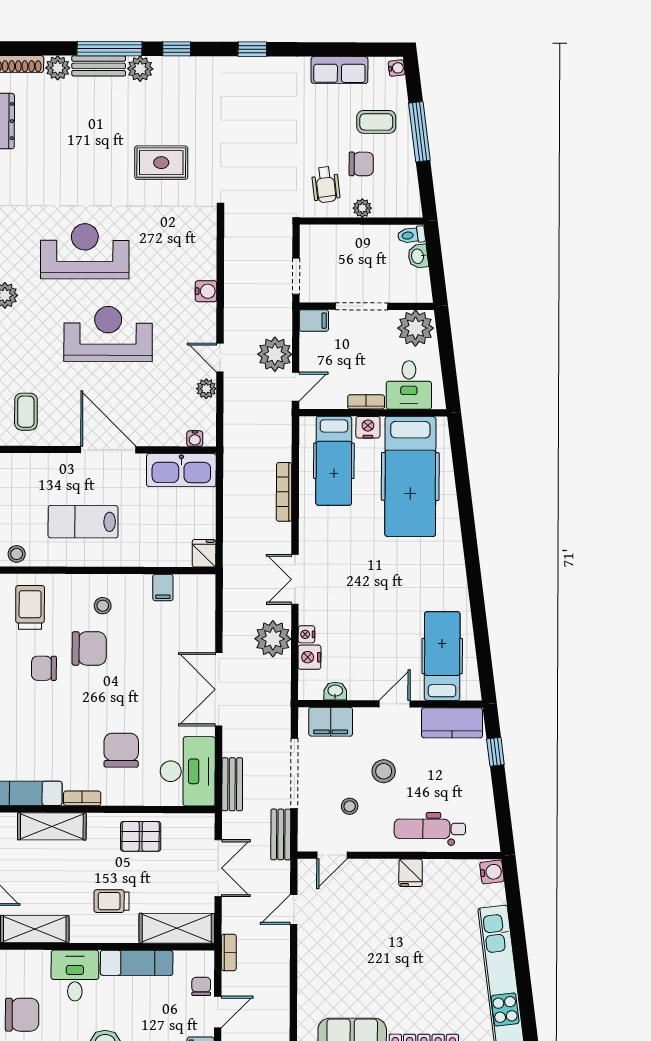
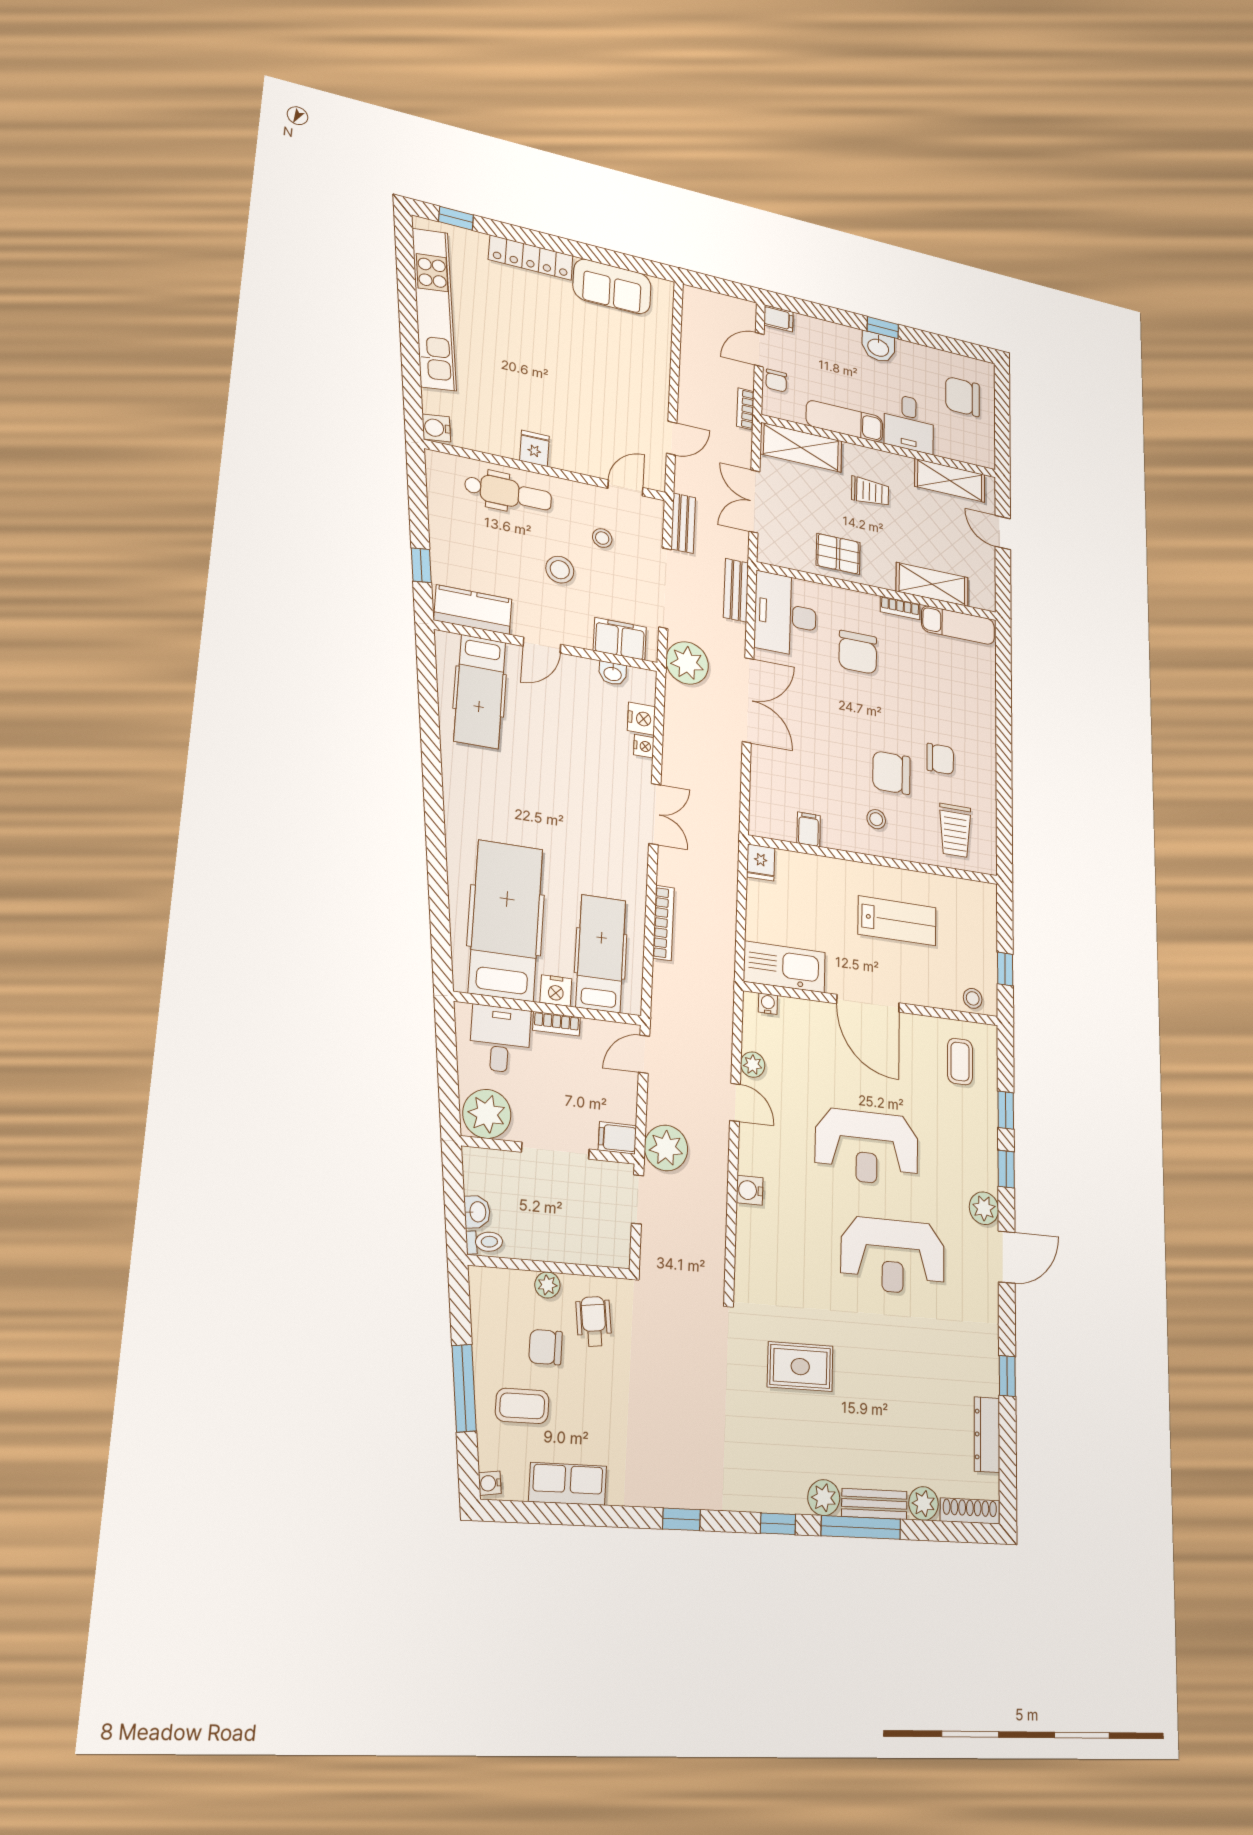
plant: (275, 354) -> (666, 1148), moved
stool: (17, 554) -> (973, 998), moved
plant: (273, 639) -> (687, 663), moved

